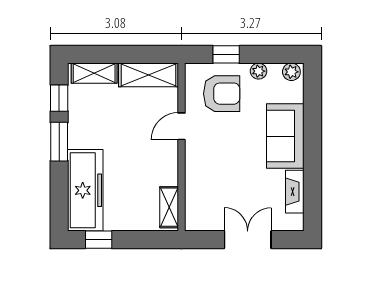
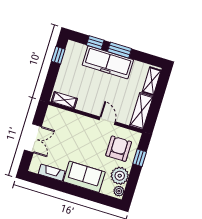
plant: (259, 71) -> (120, 176), width x1.88, depth x1.88
armchair: (222, 94) -> (119, 149), turned 180
window: (59, 98) -> (95, 43), moved
freezer: (85, 190) -> (108, 62), moved

